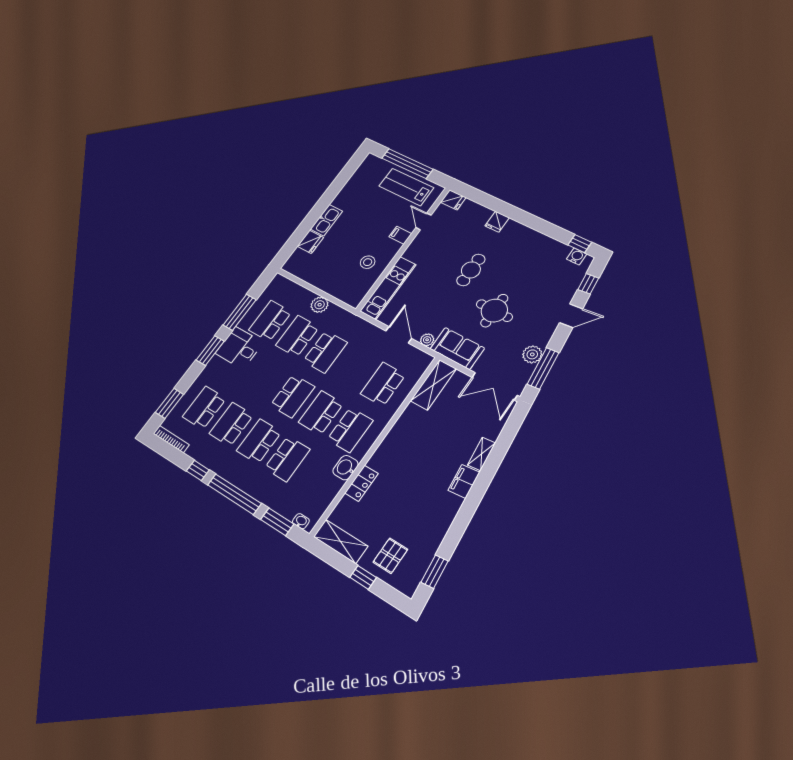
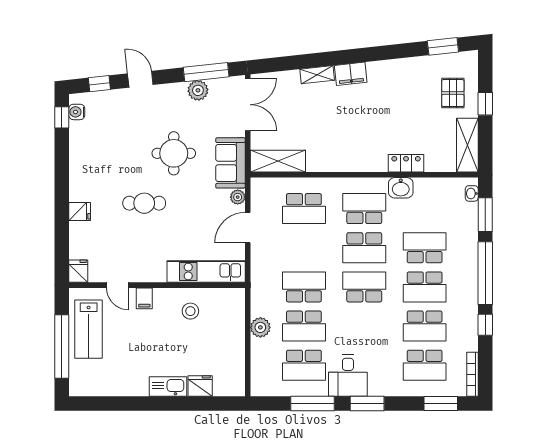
door: (424, 221) -> (117, 285), hinge flipped
pallet: (390, 556) -> (453, 93), turned 90

